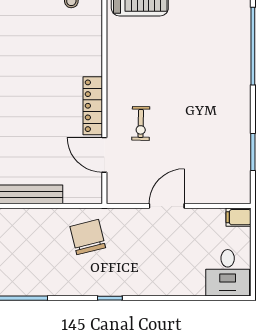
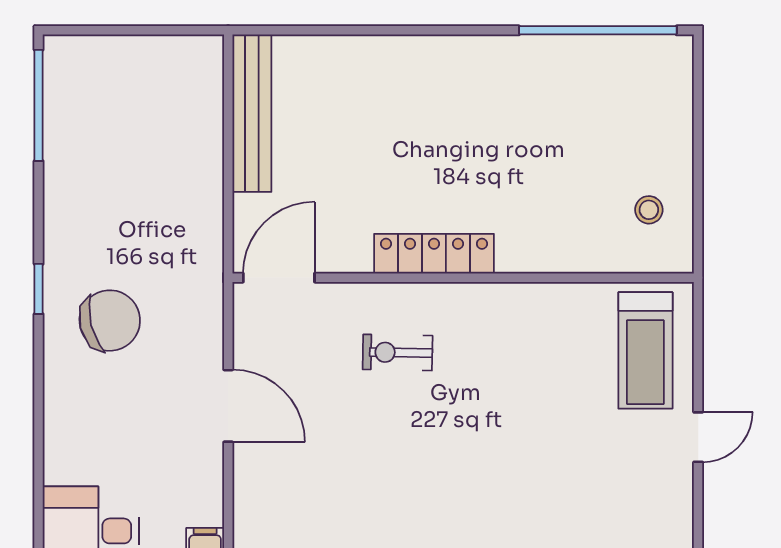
door: (104, 155) -> (279, 278), moved
chair: (88, 237) -> (110, 321), moved

